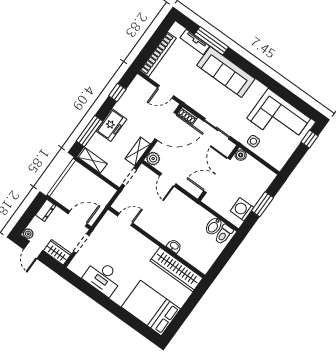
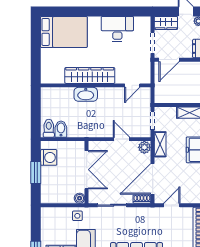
washbasin: (174, 246) -> (86, 94), width x1.91, depth x1.45
wardrobe: (176, 269) -> (90, 75), moved

